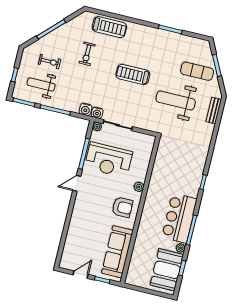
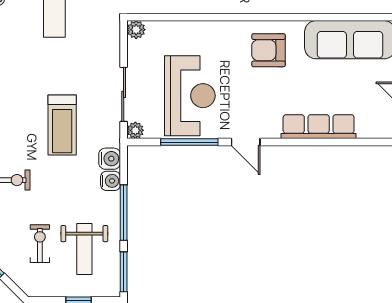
treadmill: (133, 74) -> (62, 125), moved
water cooler: (97, 113) -> (110, 181), moved
plant: (139, 187) -> (136, 30), moved
armchair: (122, 207) -> (268, 50), turned -90
row of seats: (76, 224) -> (319, 127), added

